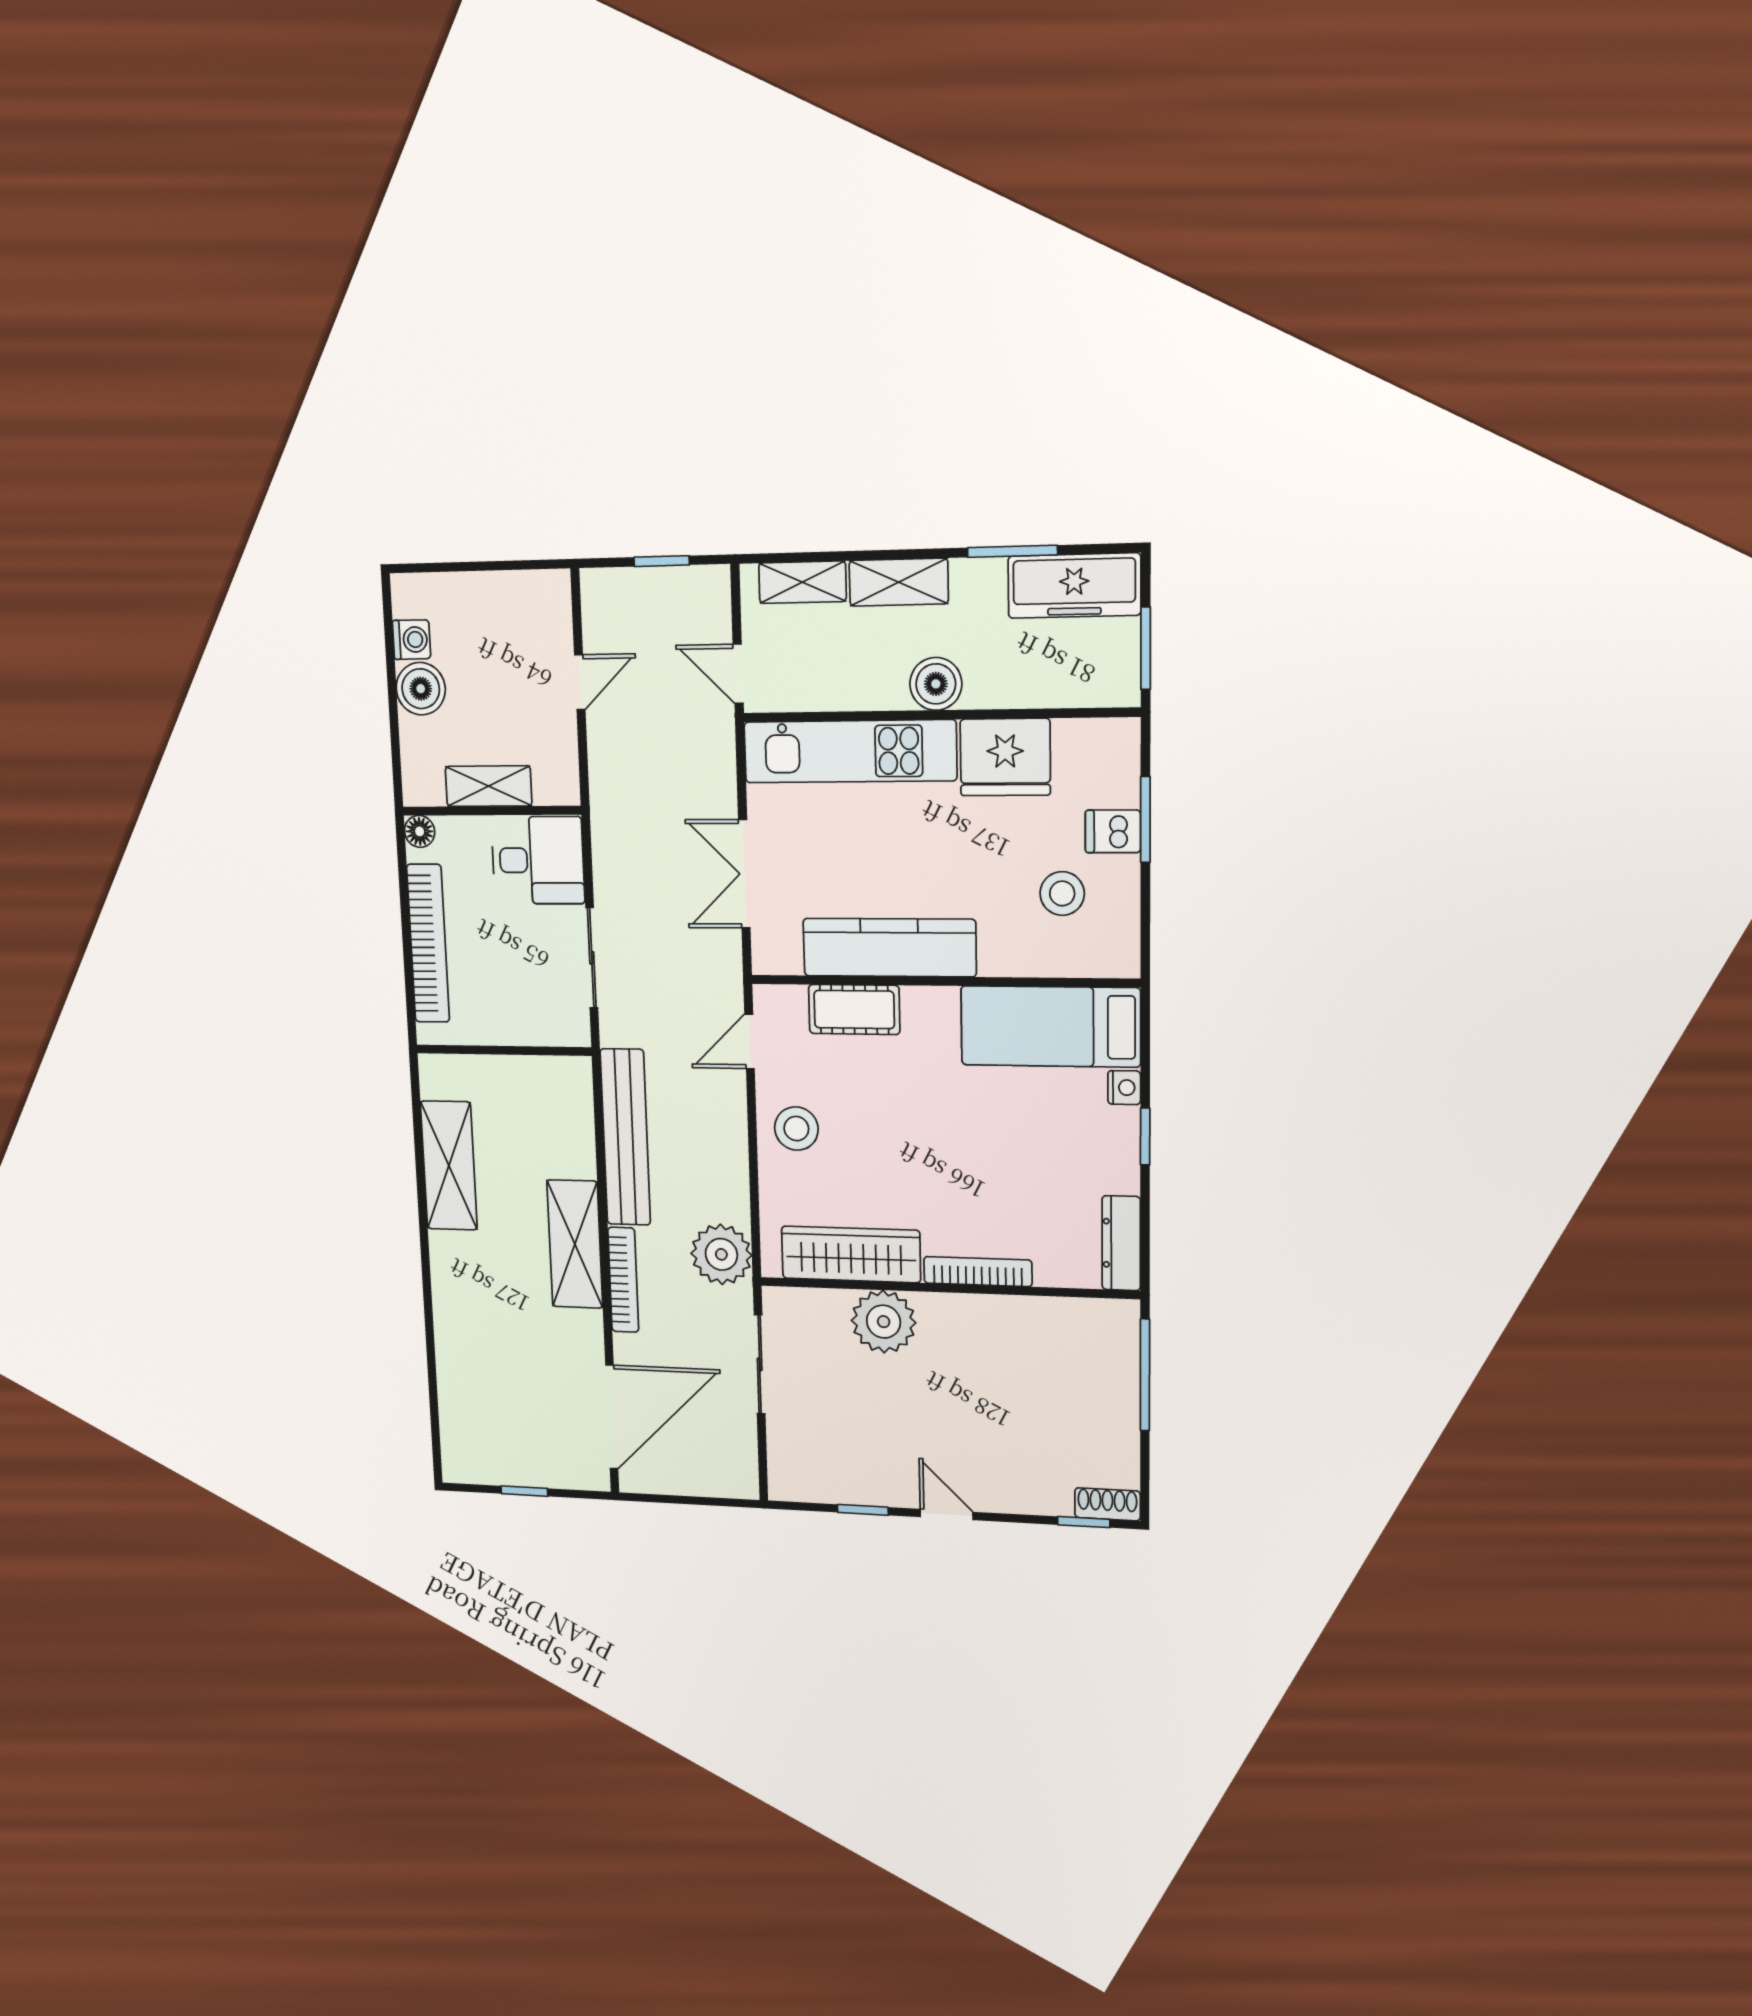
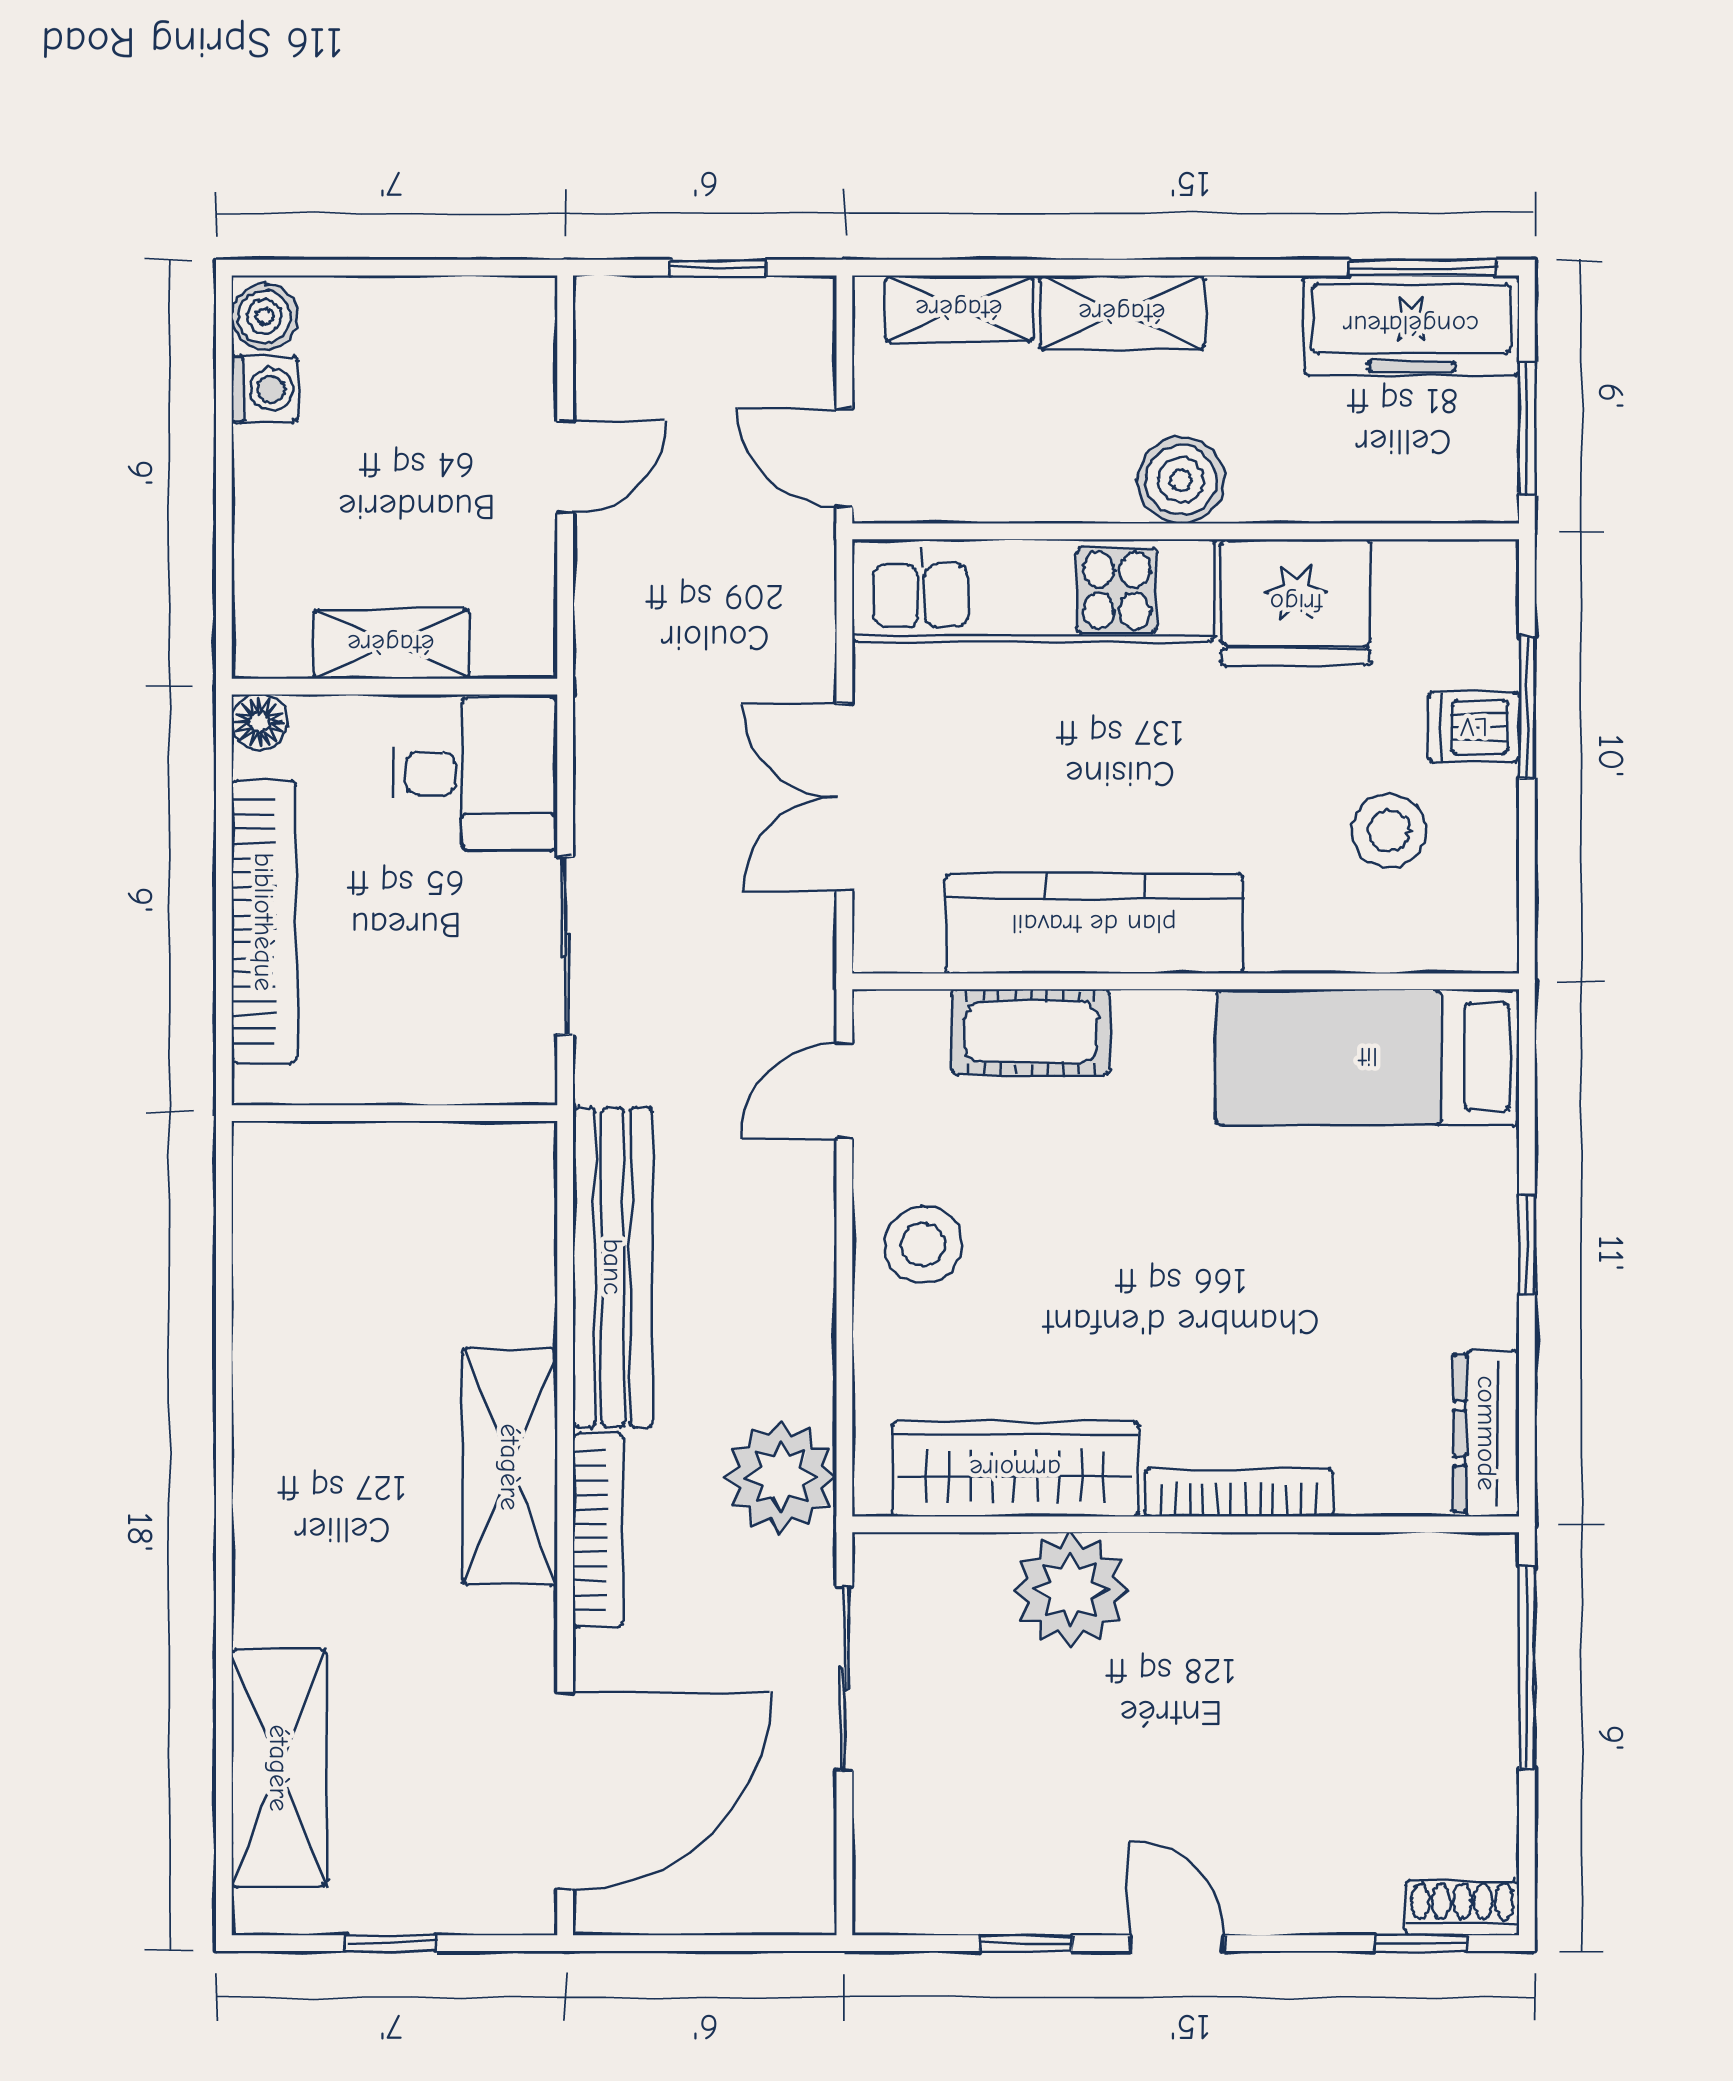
window: (1012, 551) -> (1423, 268), moved
boiler: (421, 689) -> (265, 317), moved, width x0.73, depth x0.73
nightstand: (1124, 1088) -> (1492, 1161), removed
shelving: (449, 1166) -> (279, 1768), moved

